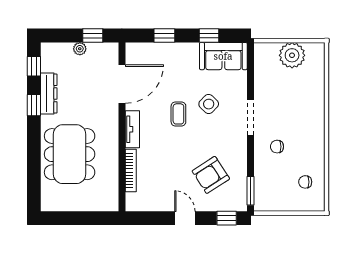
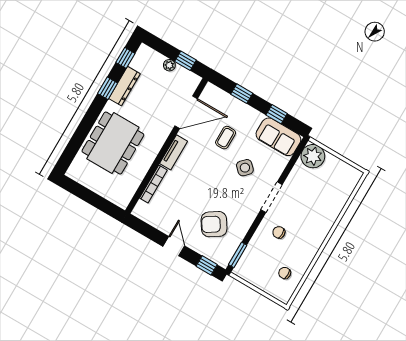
plant: (292, 55) -> (313, 156), moved
coffee table: (178, 114) -> (226, 138), moved

